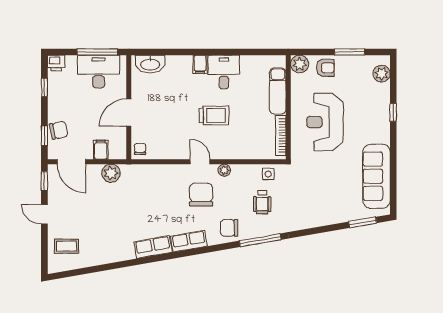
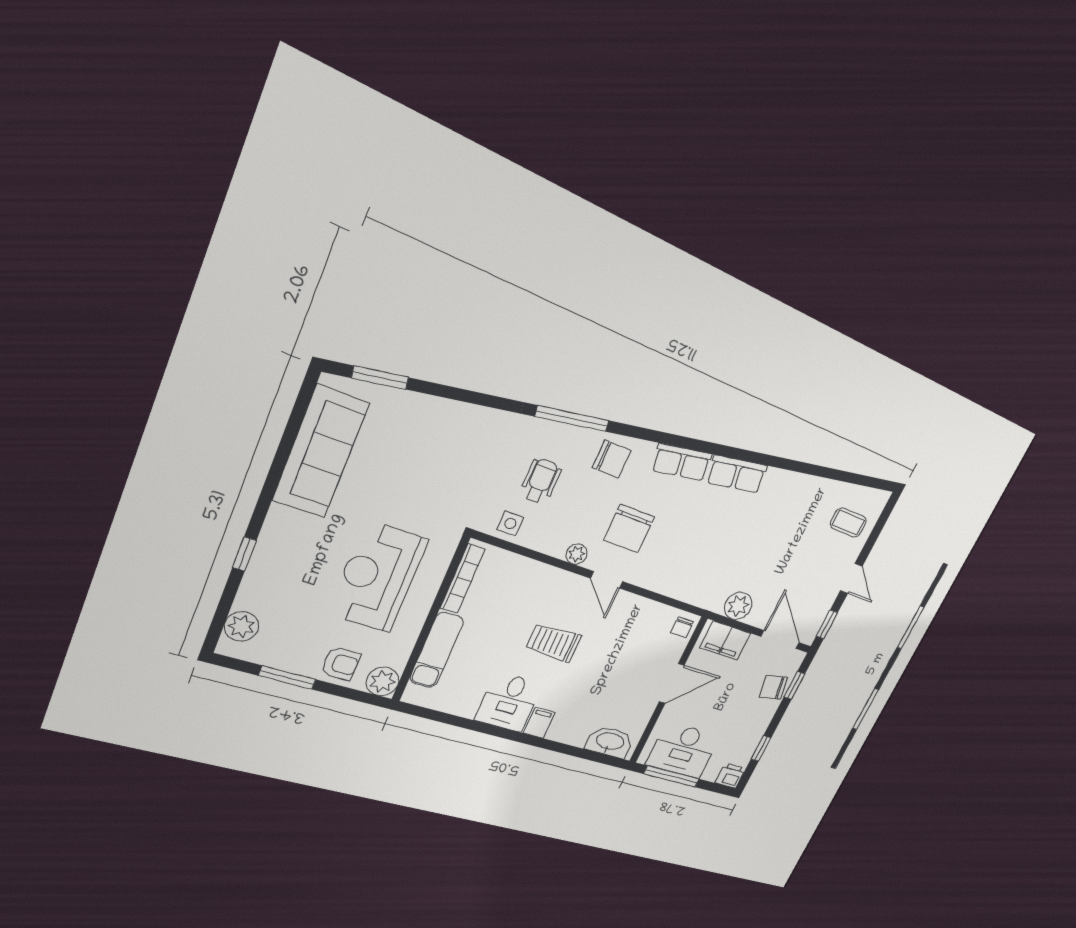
armchair: (325, 68) -> (341, 664), turned 180
reception desk: (325, 122) -> (378, 577), turned 180
filing cabinet: (101, 150) -> (725, 640), width x2.00

